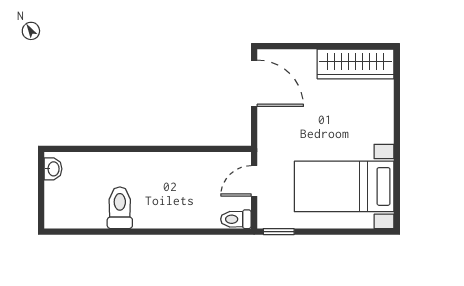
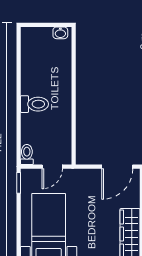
door: (254, 181) -> (52, 167), swing flipped
toilet: (120, 208) -> (34, 104), moved

